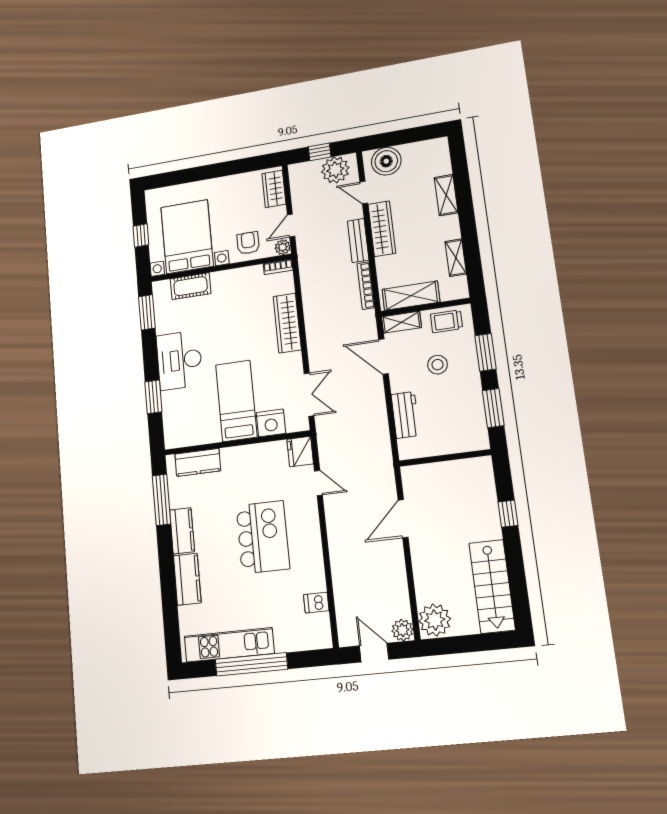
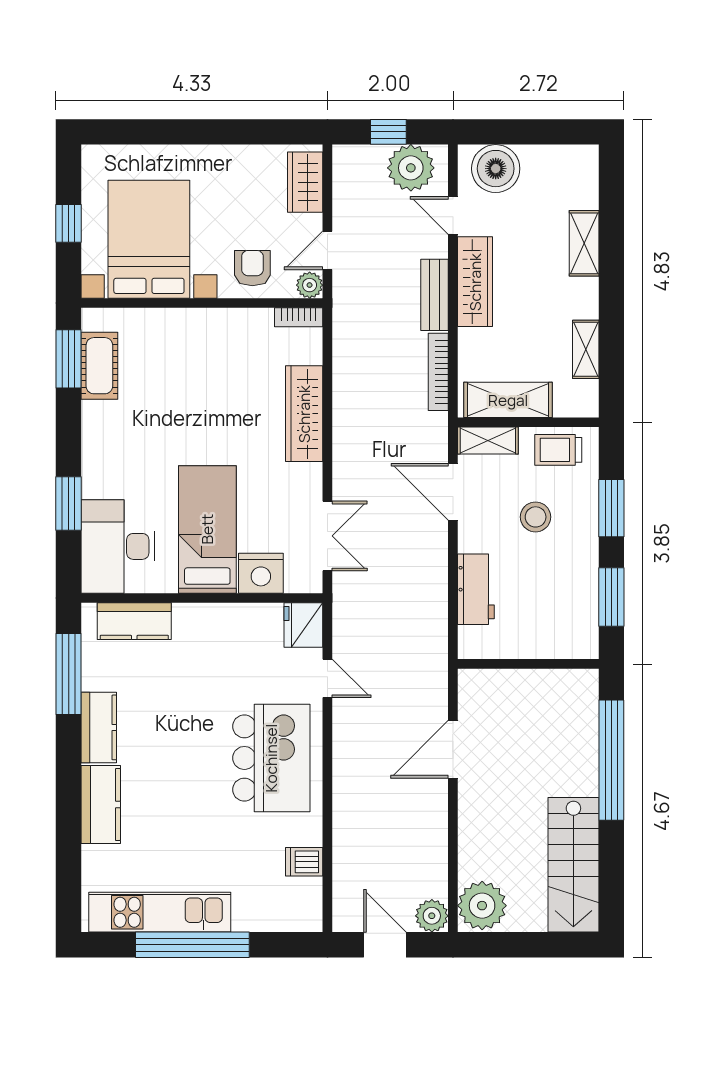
cot: (191, 286) -> (99, 366), moved, turned 90
desk: (179, 360) -> (118, 546), moved
window: (508, 514) -> (611, 760), width x3.17
kitchen island: (263, 537) -> (271, 758), moved

